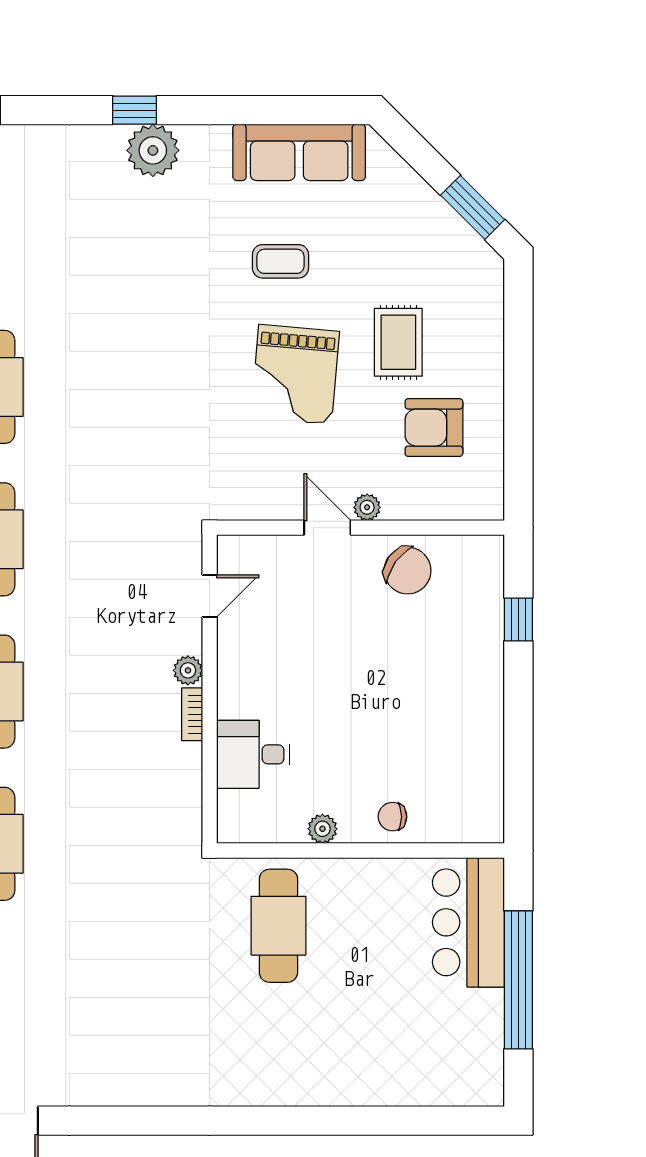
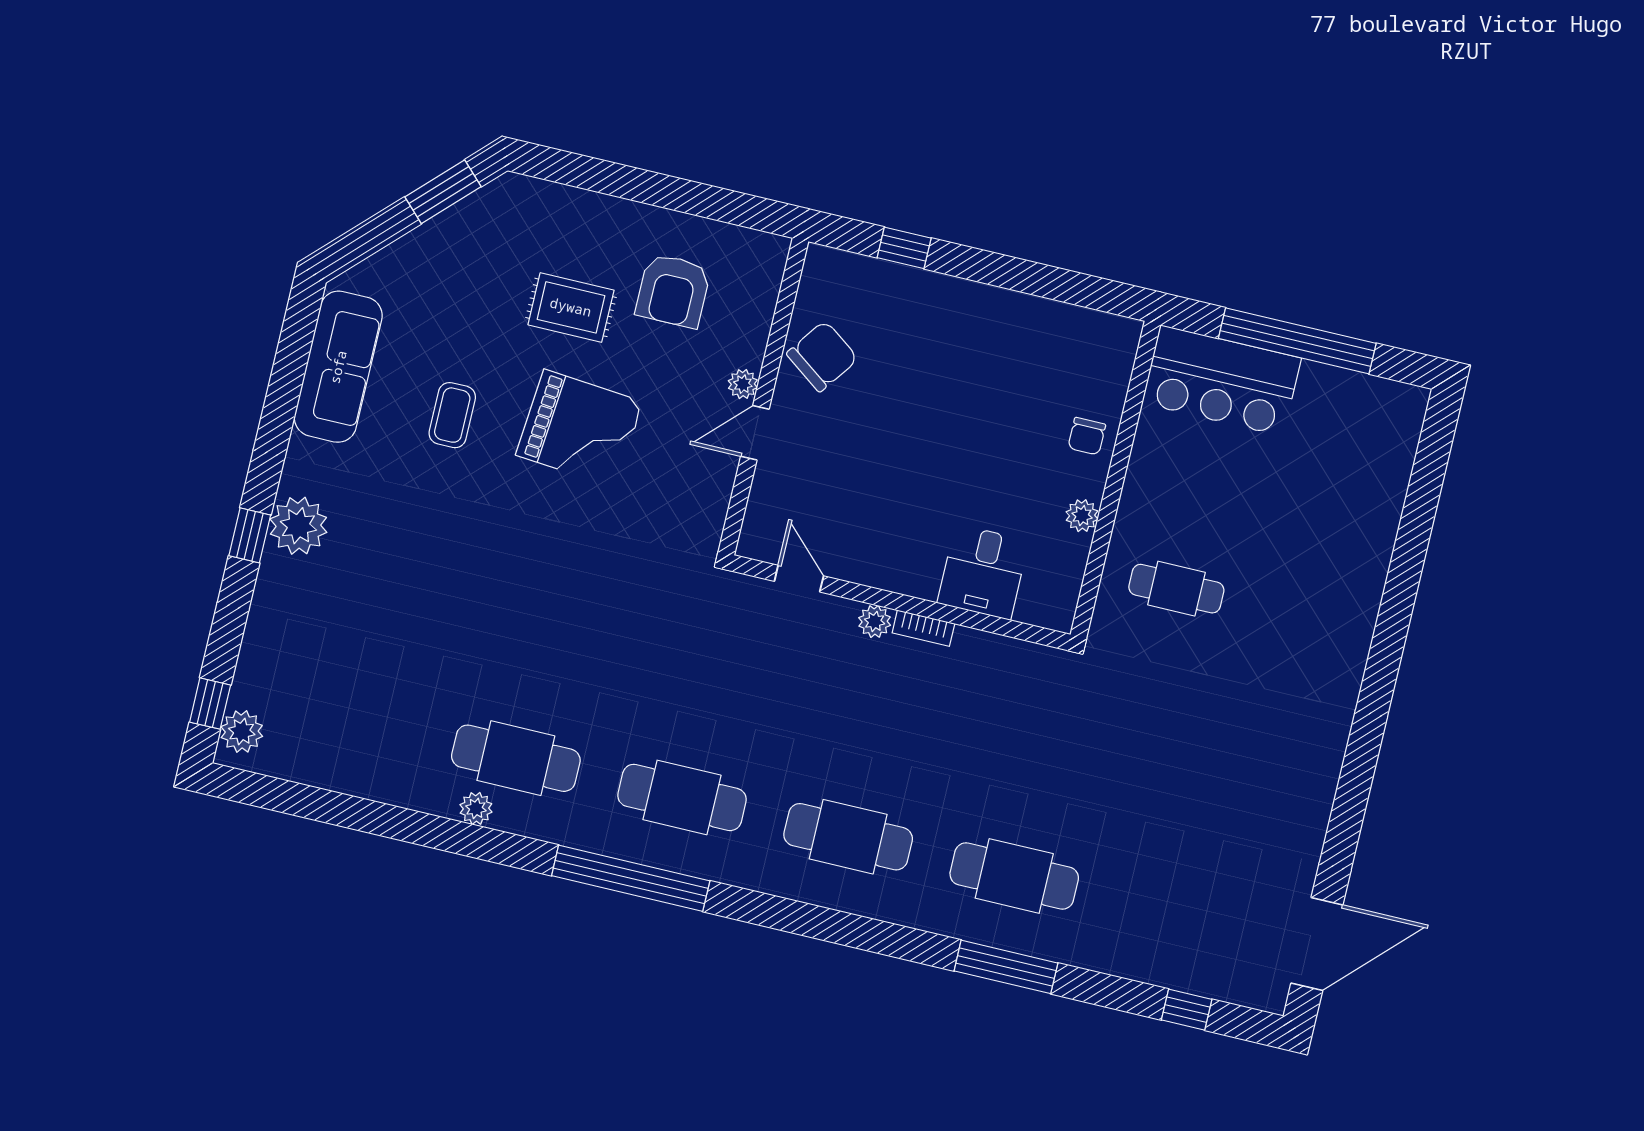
cafe table: (278, 926) -> (1176, 589), width x0.73, depth x0.74

